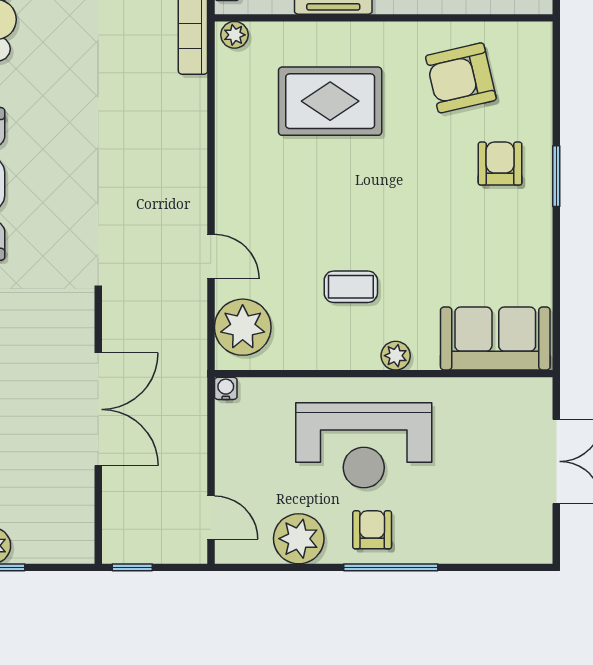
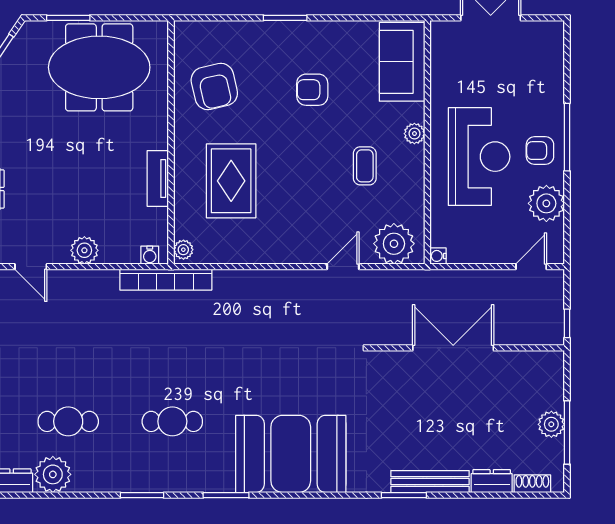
armchair: (500, 164) -> (312, 90), moved

